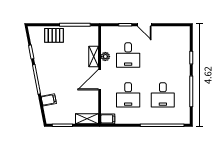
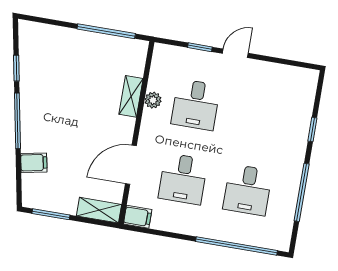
door: (144, 25) -> (235, 53), swing flipped
pallet: (54, 35) -> (64, 45), removed
door: (100, 80) -> (131, 165), moved

